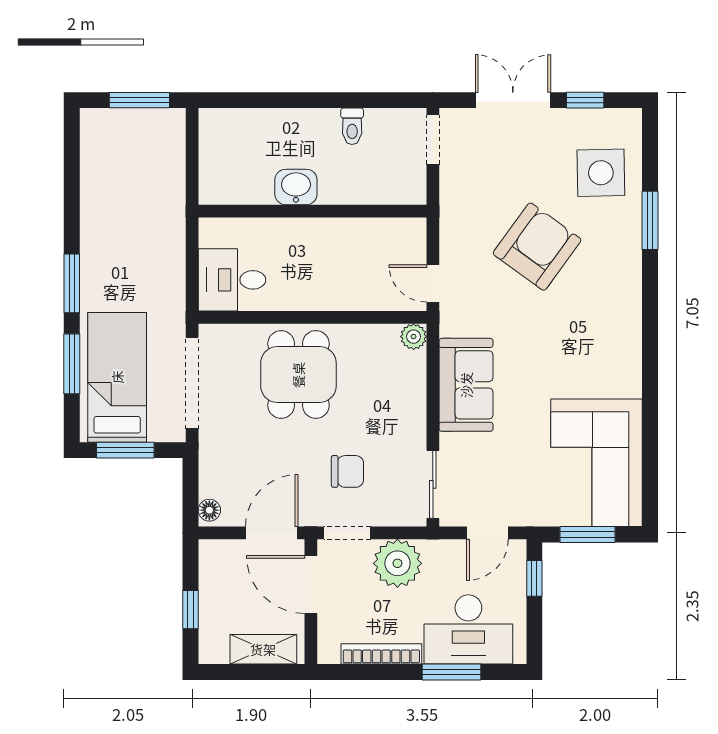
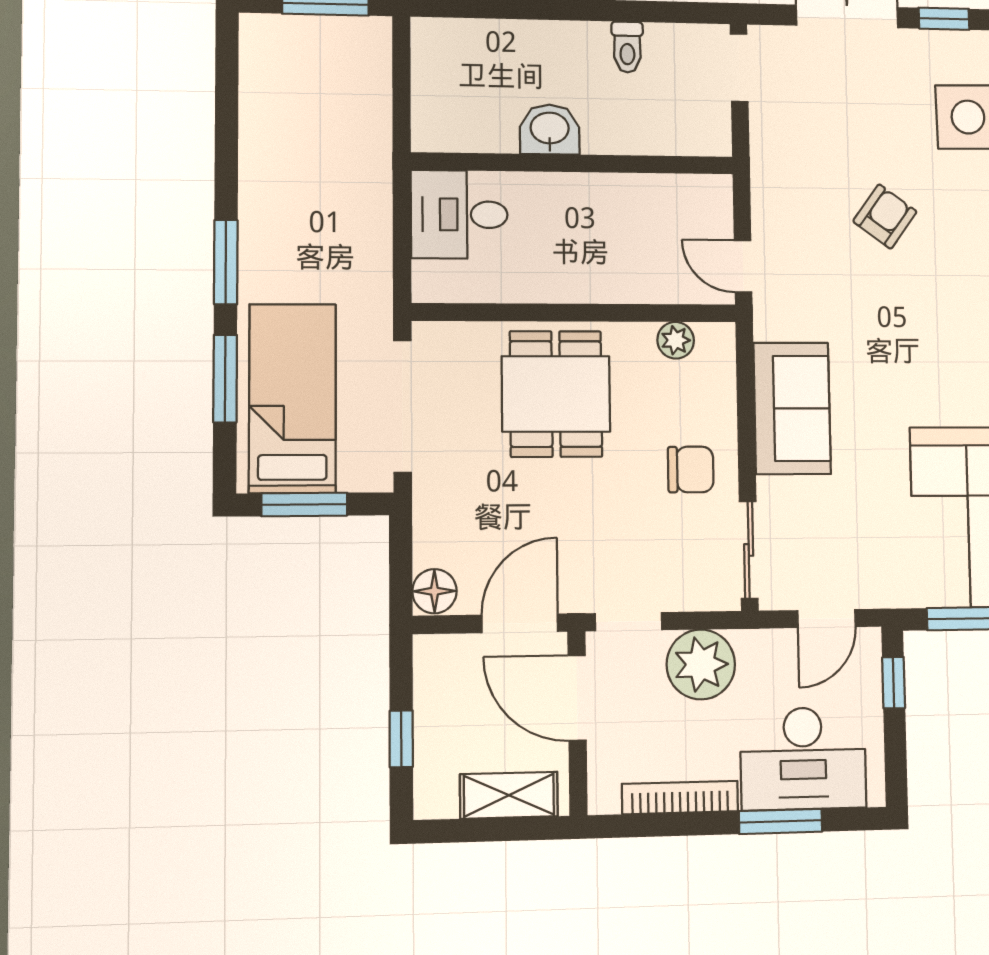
armchair: (537, 247) -> (885, 217), width x0.53, depth x0.53
desk: (232, 280) -> (459, 214), moved
plant: (414, 337) -> (676, 340), moved
chair: (347, 471) -> (691, 469), moved
floor lamp: (209, 510) -> (434, 591), width x1.37, depth x1.37

